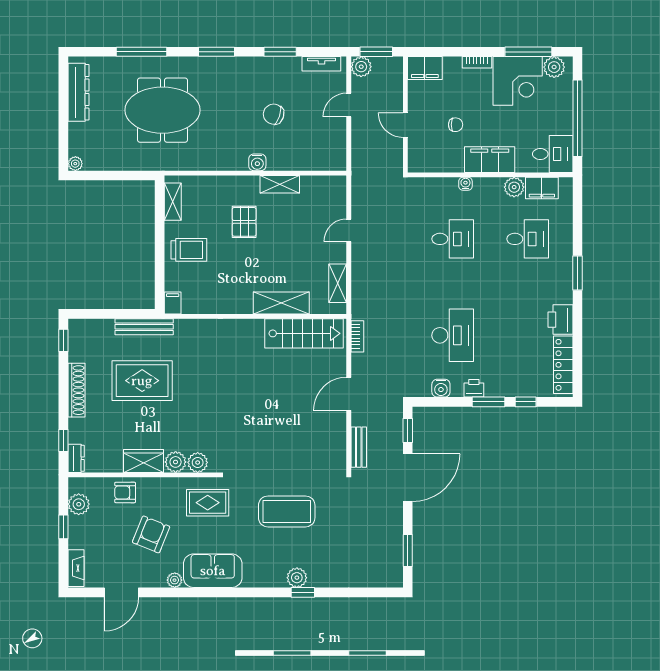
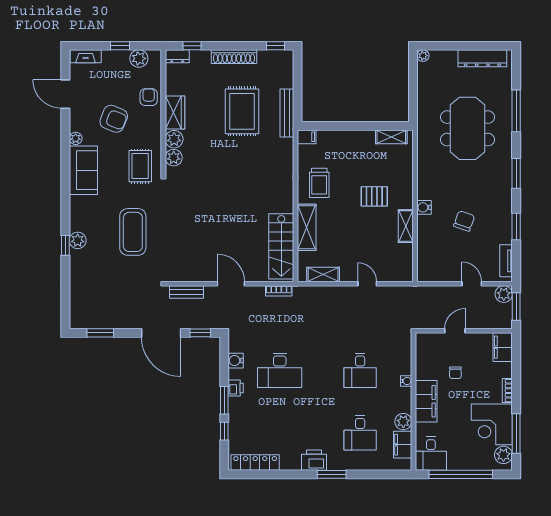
trolley: (189, 250) -> (319, 183), moved
printer: (560, 320) -> (314, 460), moved

